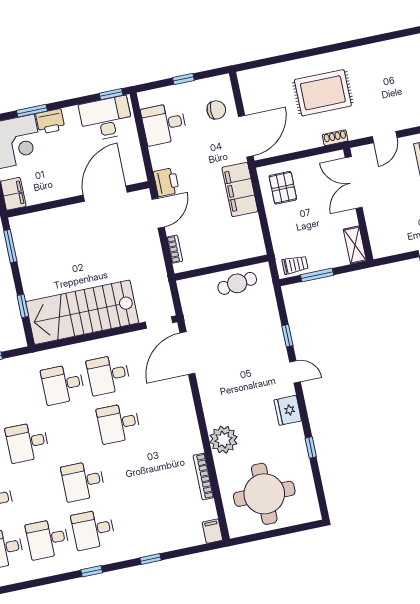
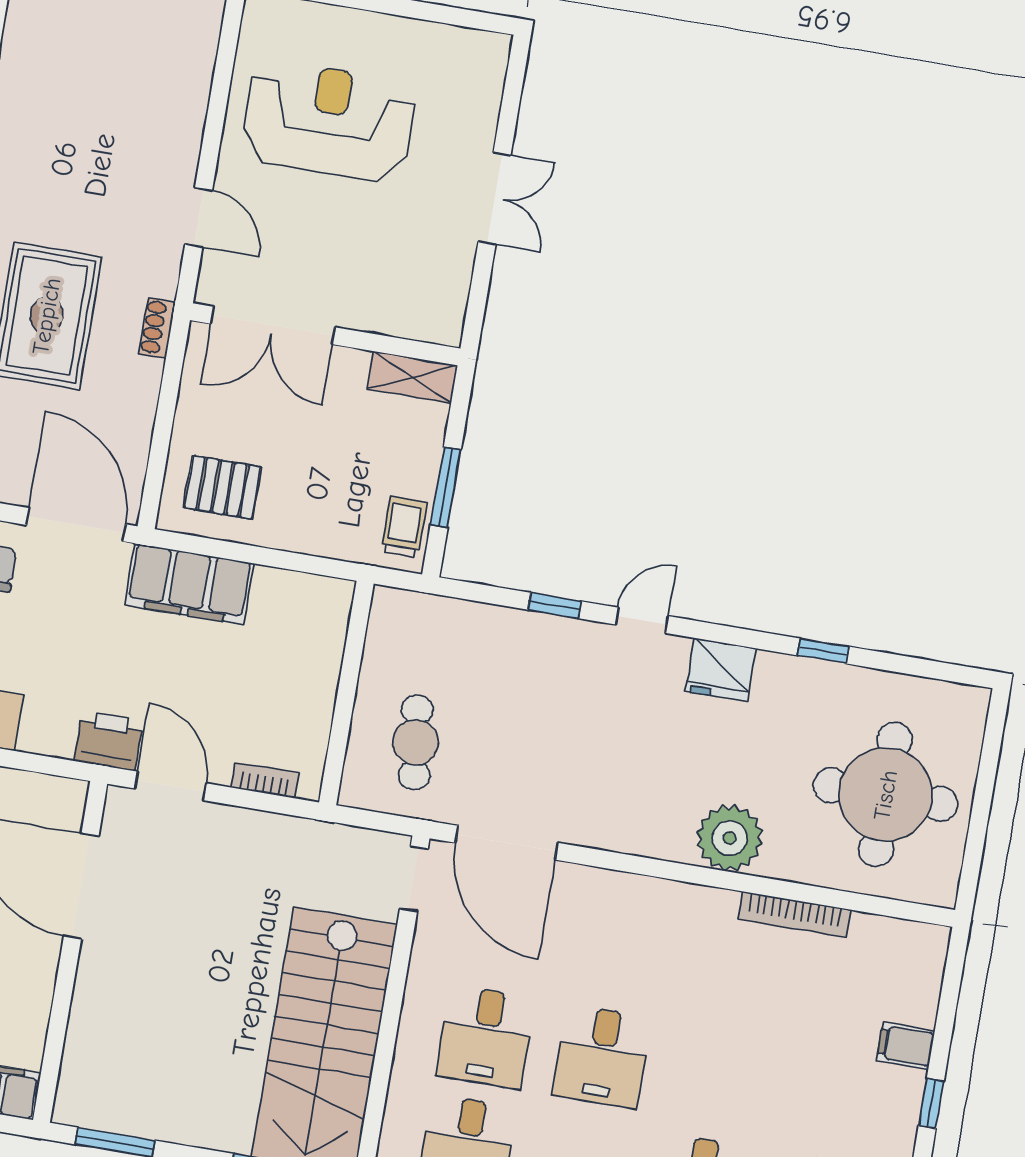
cafe table: (237, 283) -> (416, 742), moved
filing cabinet: (212, 531) -> (906, 1046), moved

